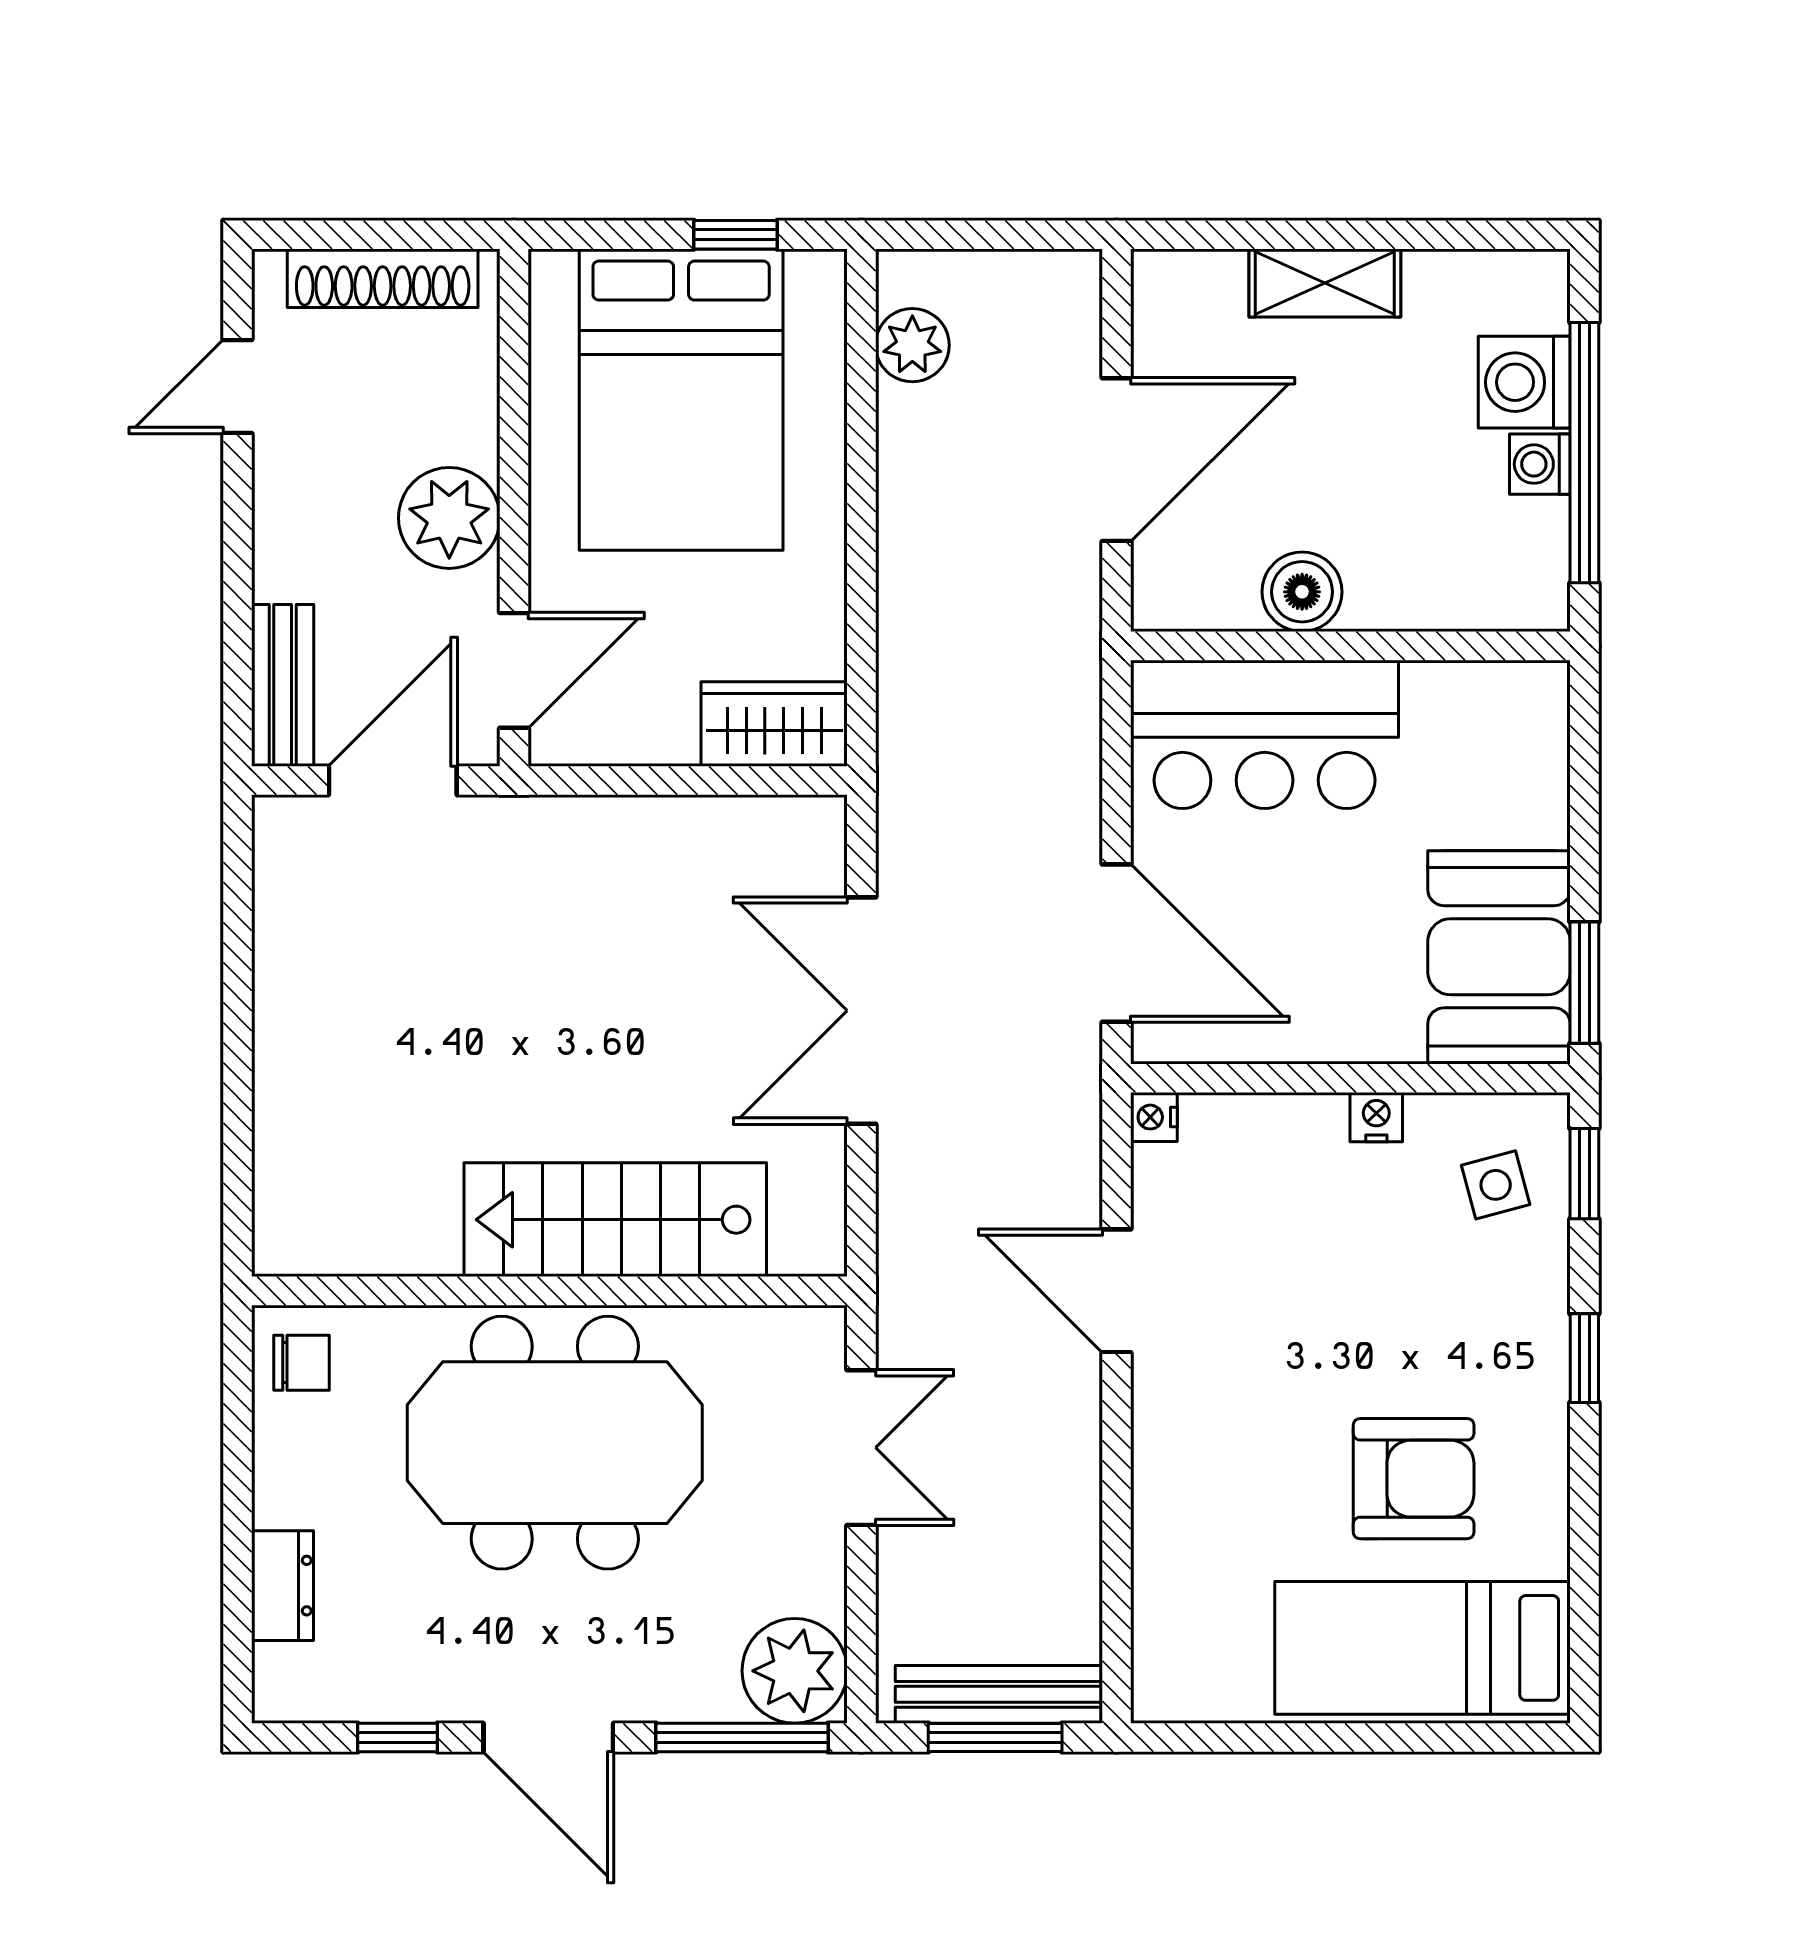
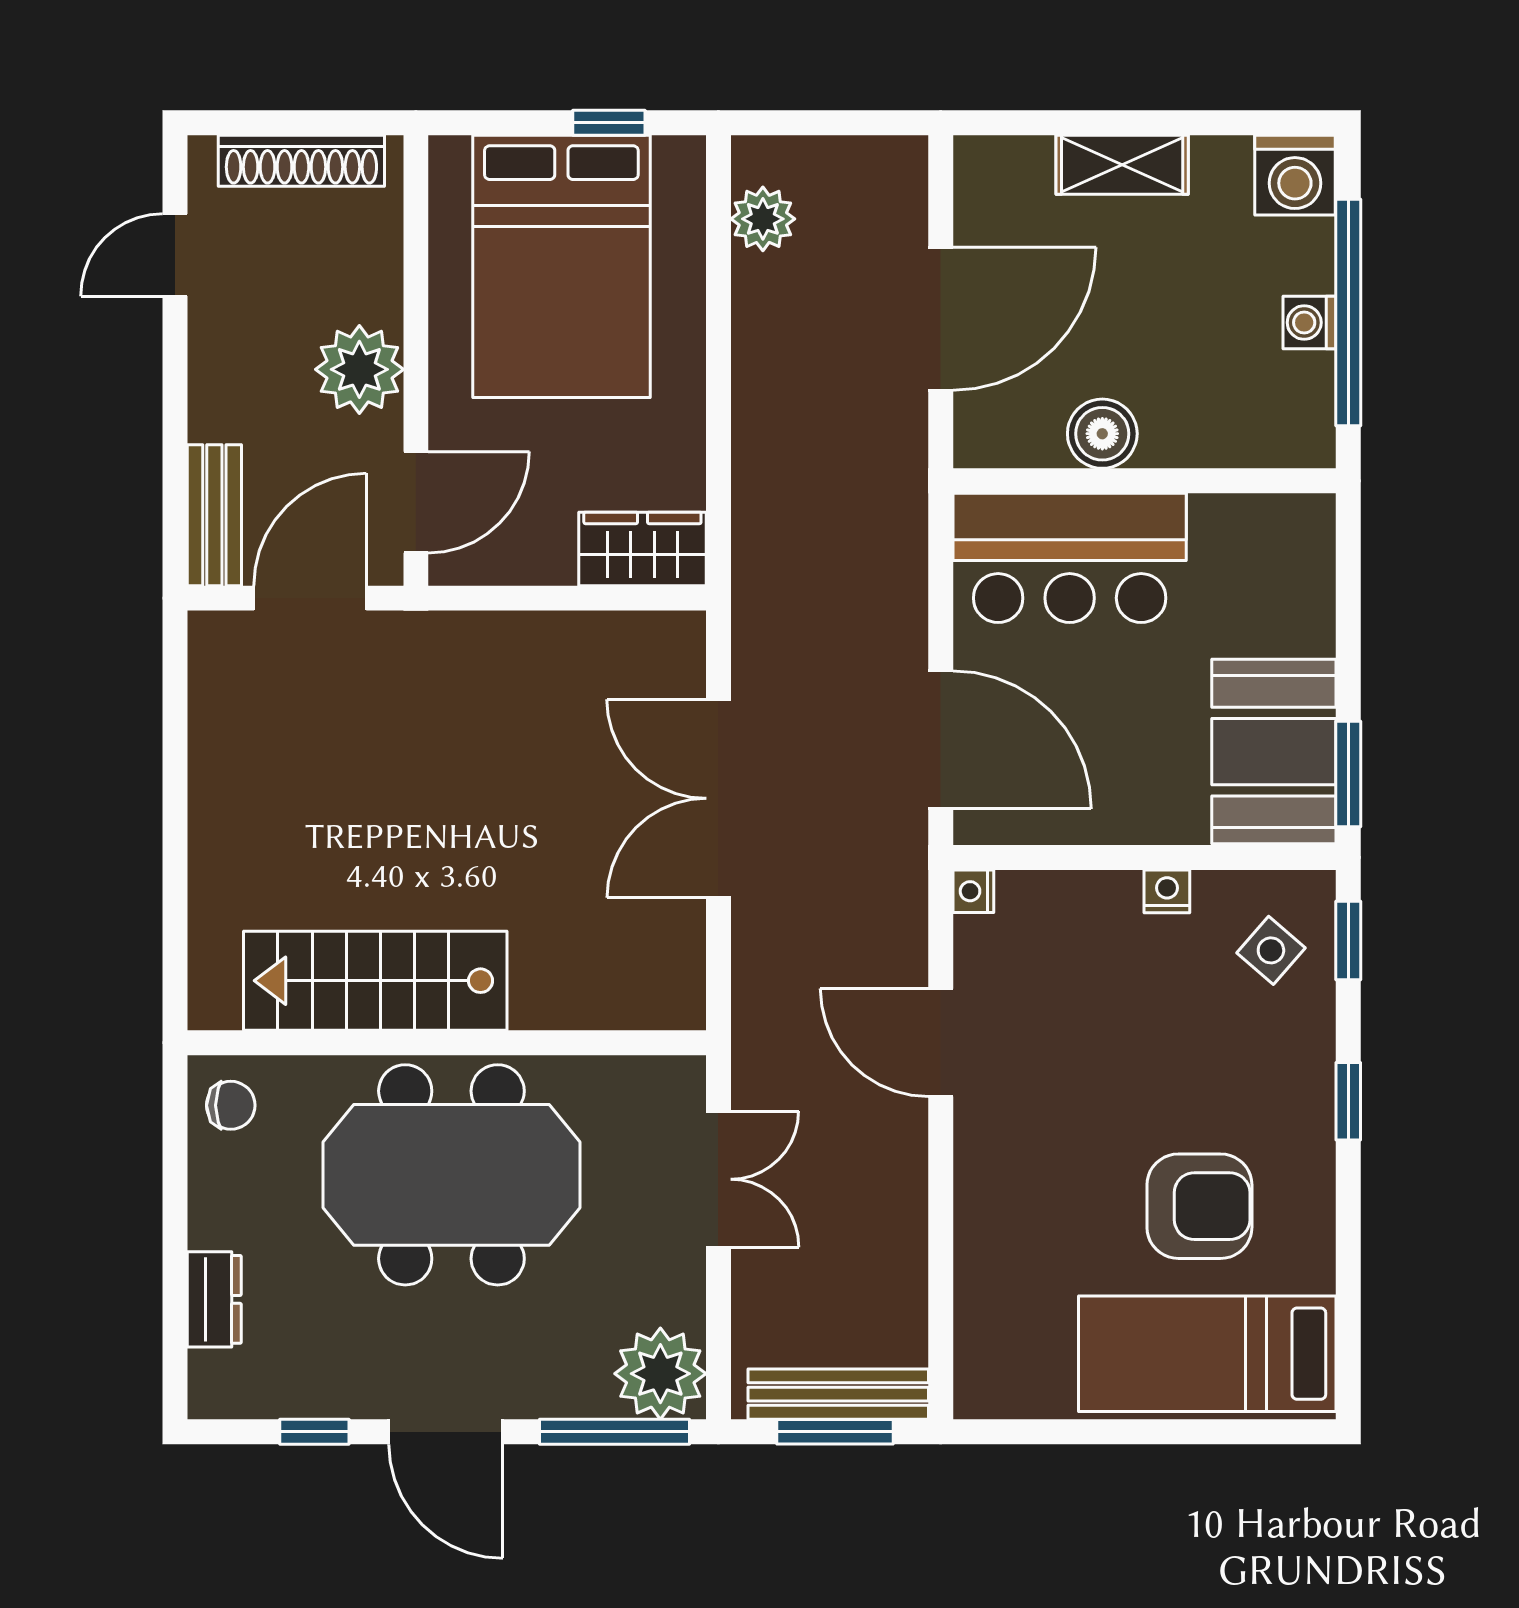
washing machine: (1524, 382) -> (1295, 175), moved, turned -90
side table: (1496, 1185) -> (1271, 950), turned -34
stairs: (615, 1220) -> (375, 981), moved

